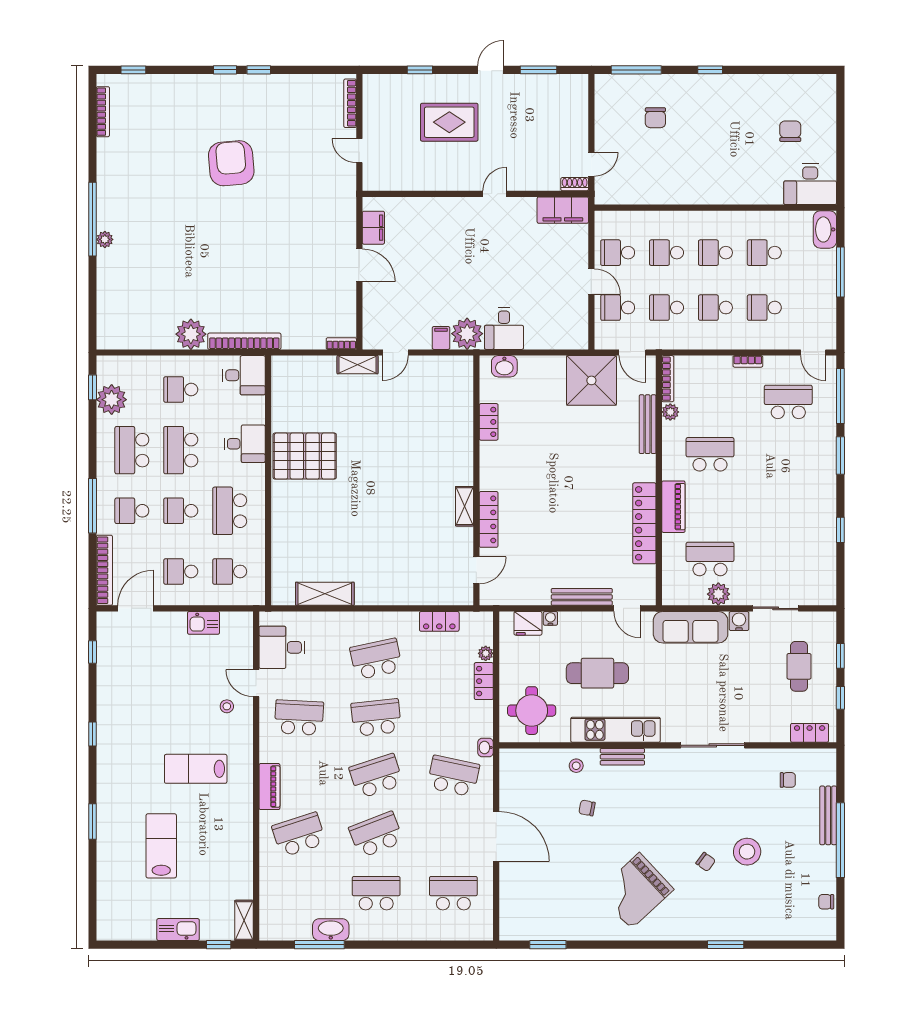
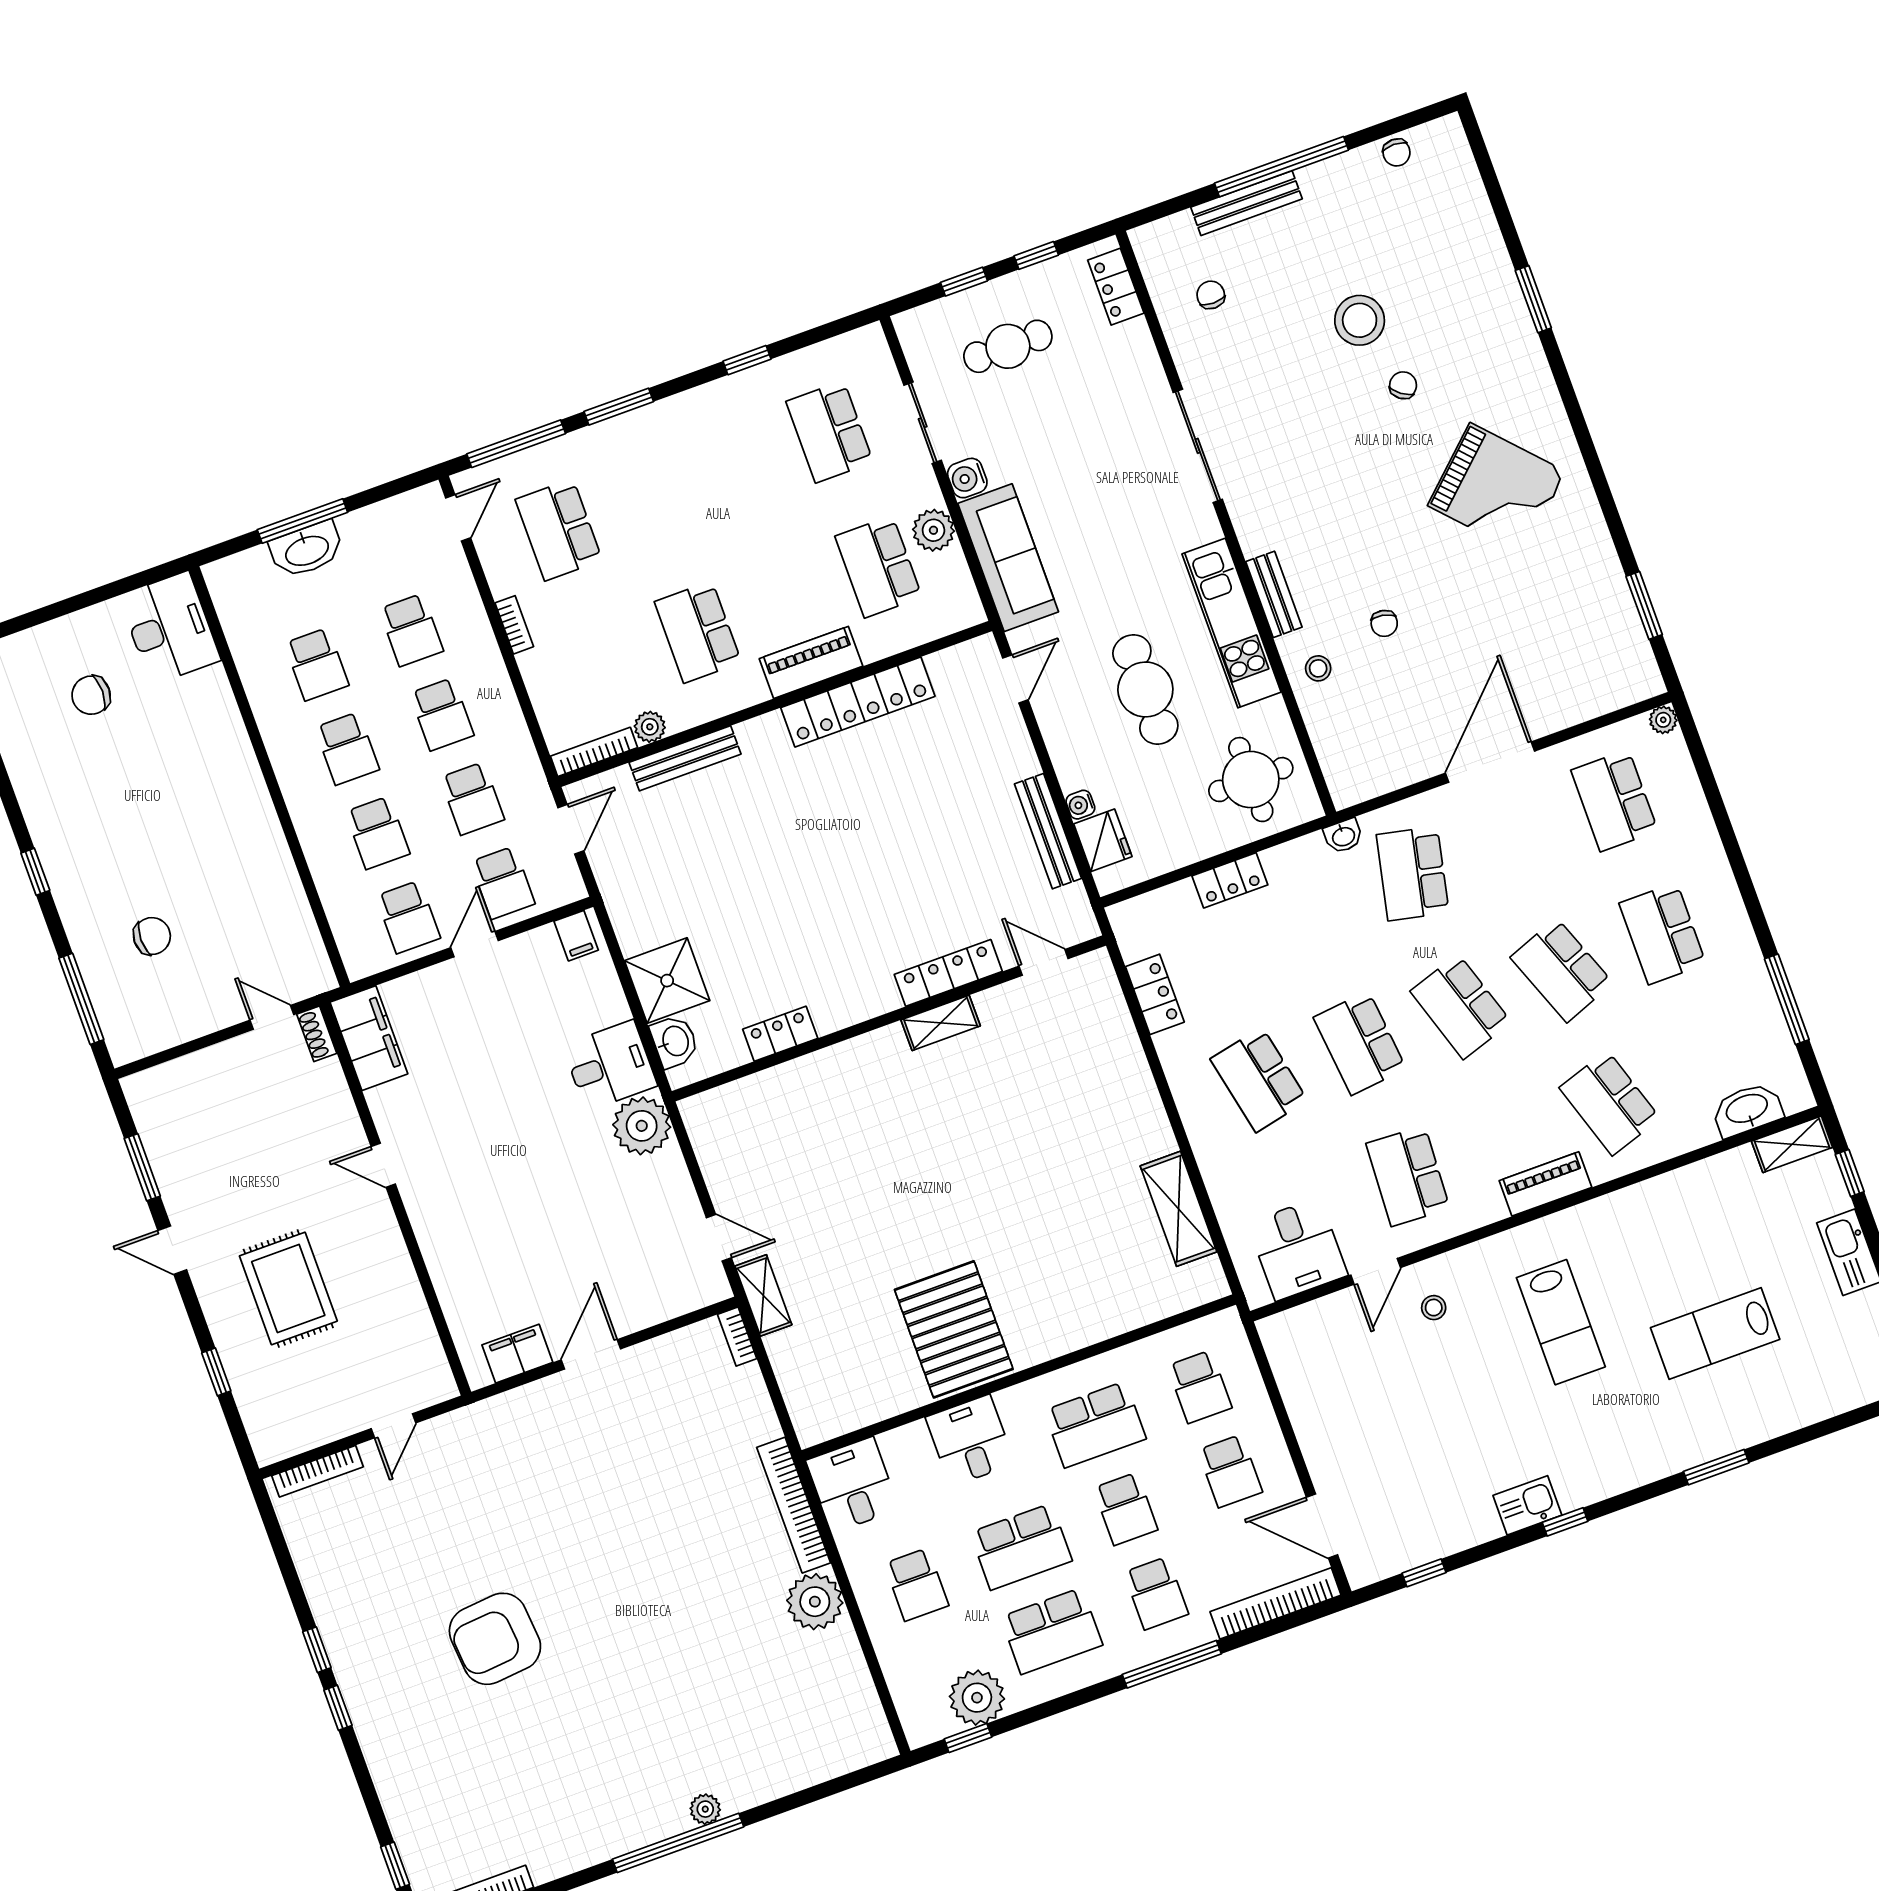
washbasin: (825, 229) -> (307, 550), moved
filing cabinet: (441, 338) -> (576, 936), moved, turned -90
shower: (591, 380) -> (667, 981), moved, width x0.73, depth x0.73
school desk: (788, 559) -> (830, 432), added
bench: (582, 597) -> (1048, 831), moved
kitchen sink: (204, 623) -> (1527, 1505), moved, turned -90
plant: (486, 653) -> (1663, 720), moved
washbasin: (331, 930) -> (1747, 1110), moved, turned 90

